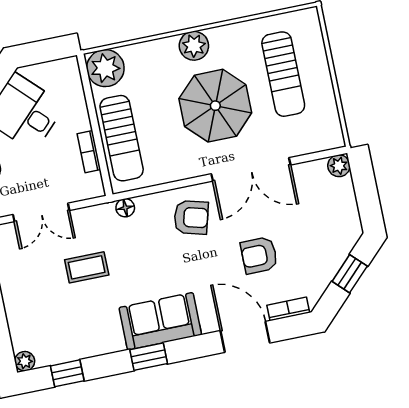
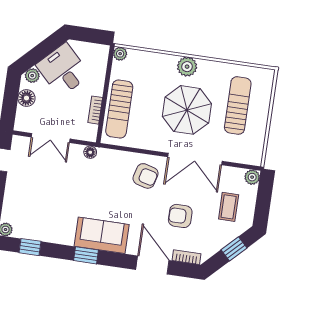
plant: (105, 68) -> (120, 54), width x0.53, depth x0.53
sun lounger: (283, 74) -> (238, 105), turned 180
floor lamp: (125, 208) -> (90, 152), moved
coffee table: (87, 267) -> (229, 207), moved, turned 90

